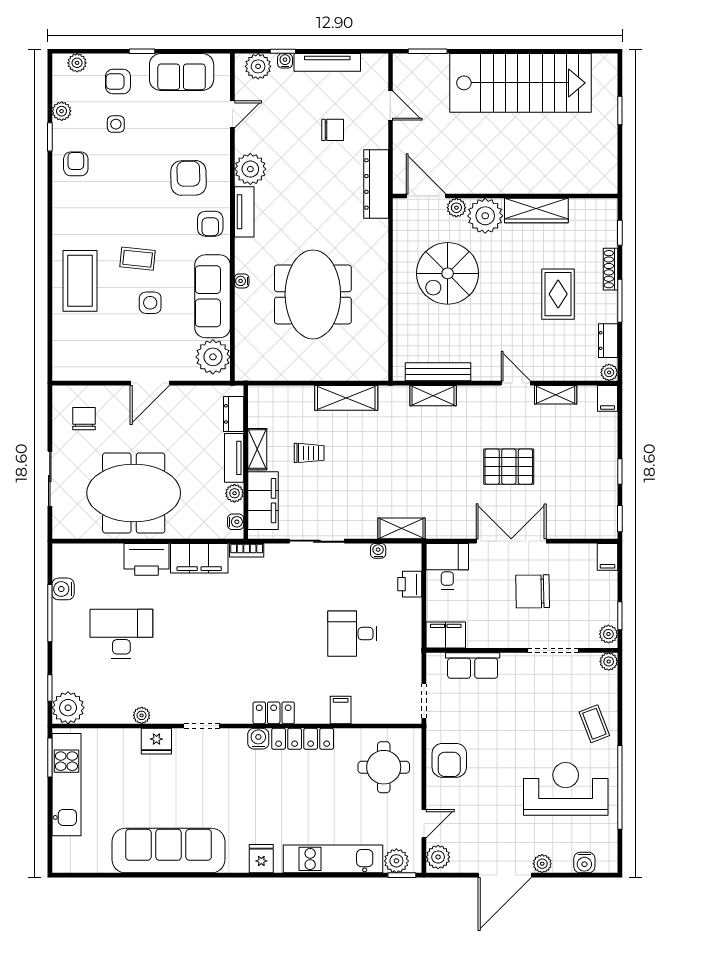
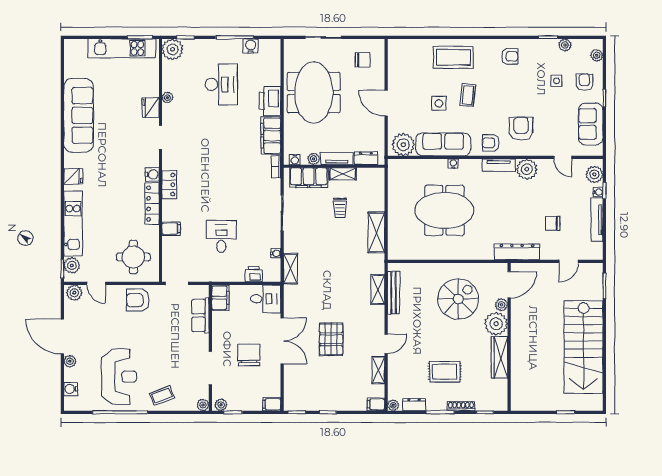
chair: (333, 130) -> (553, 223), turned 90
armchair: (76, 164) -> (510, 56), moved
armchair: (188, 178) -> (521, 129), turned -89
spiral stairs: (448, 273) -> (458, 299), turned 90

